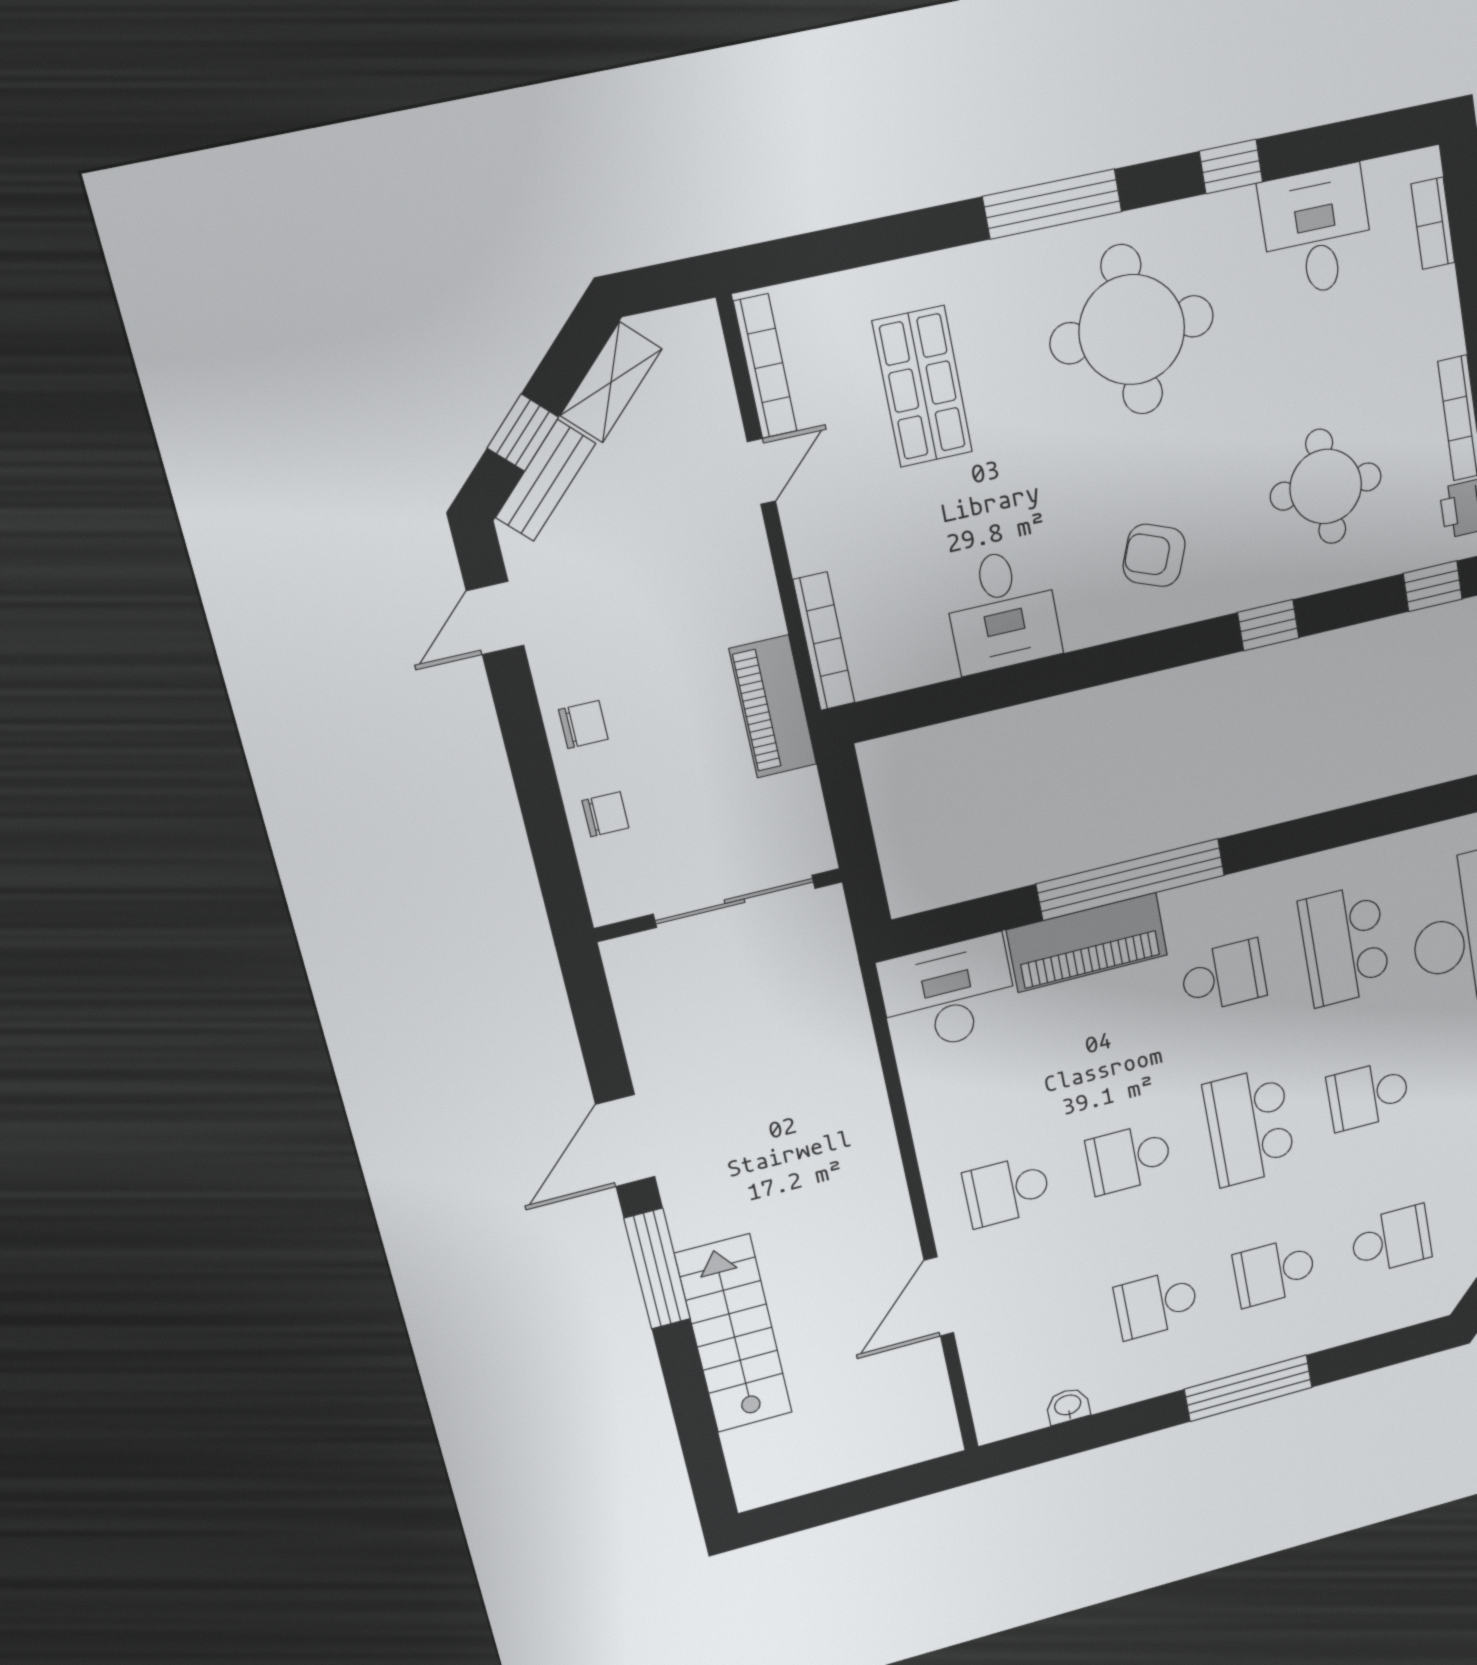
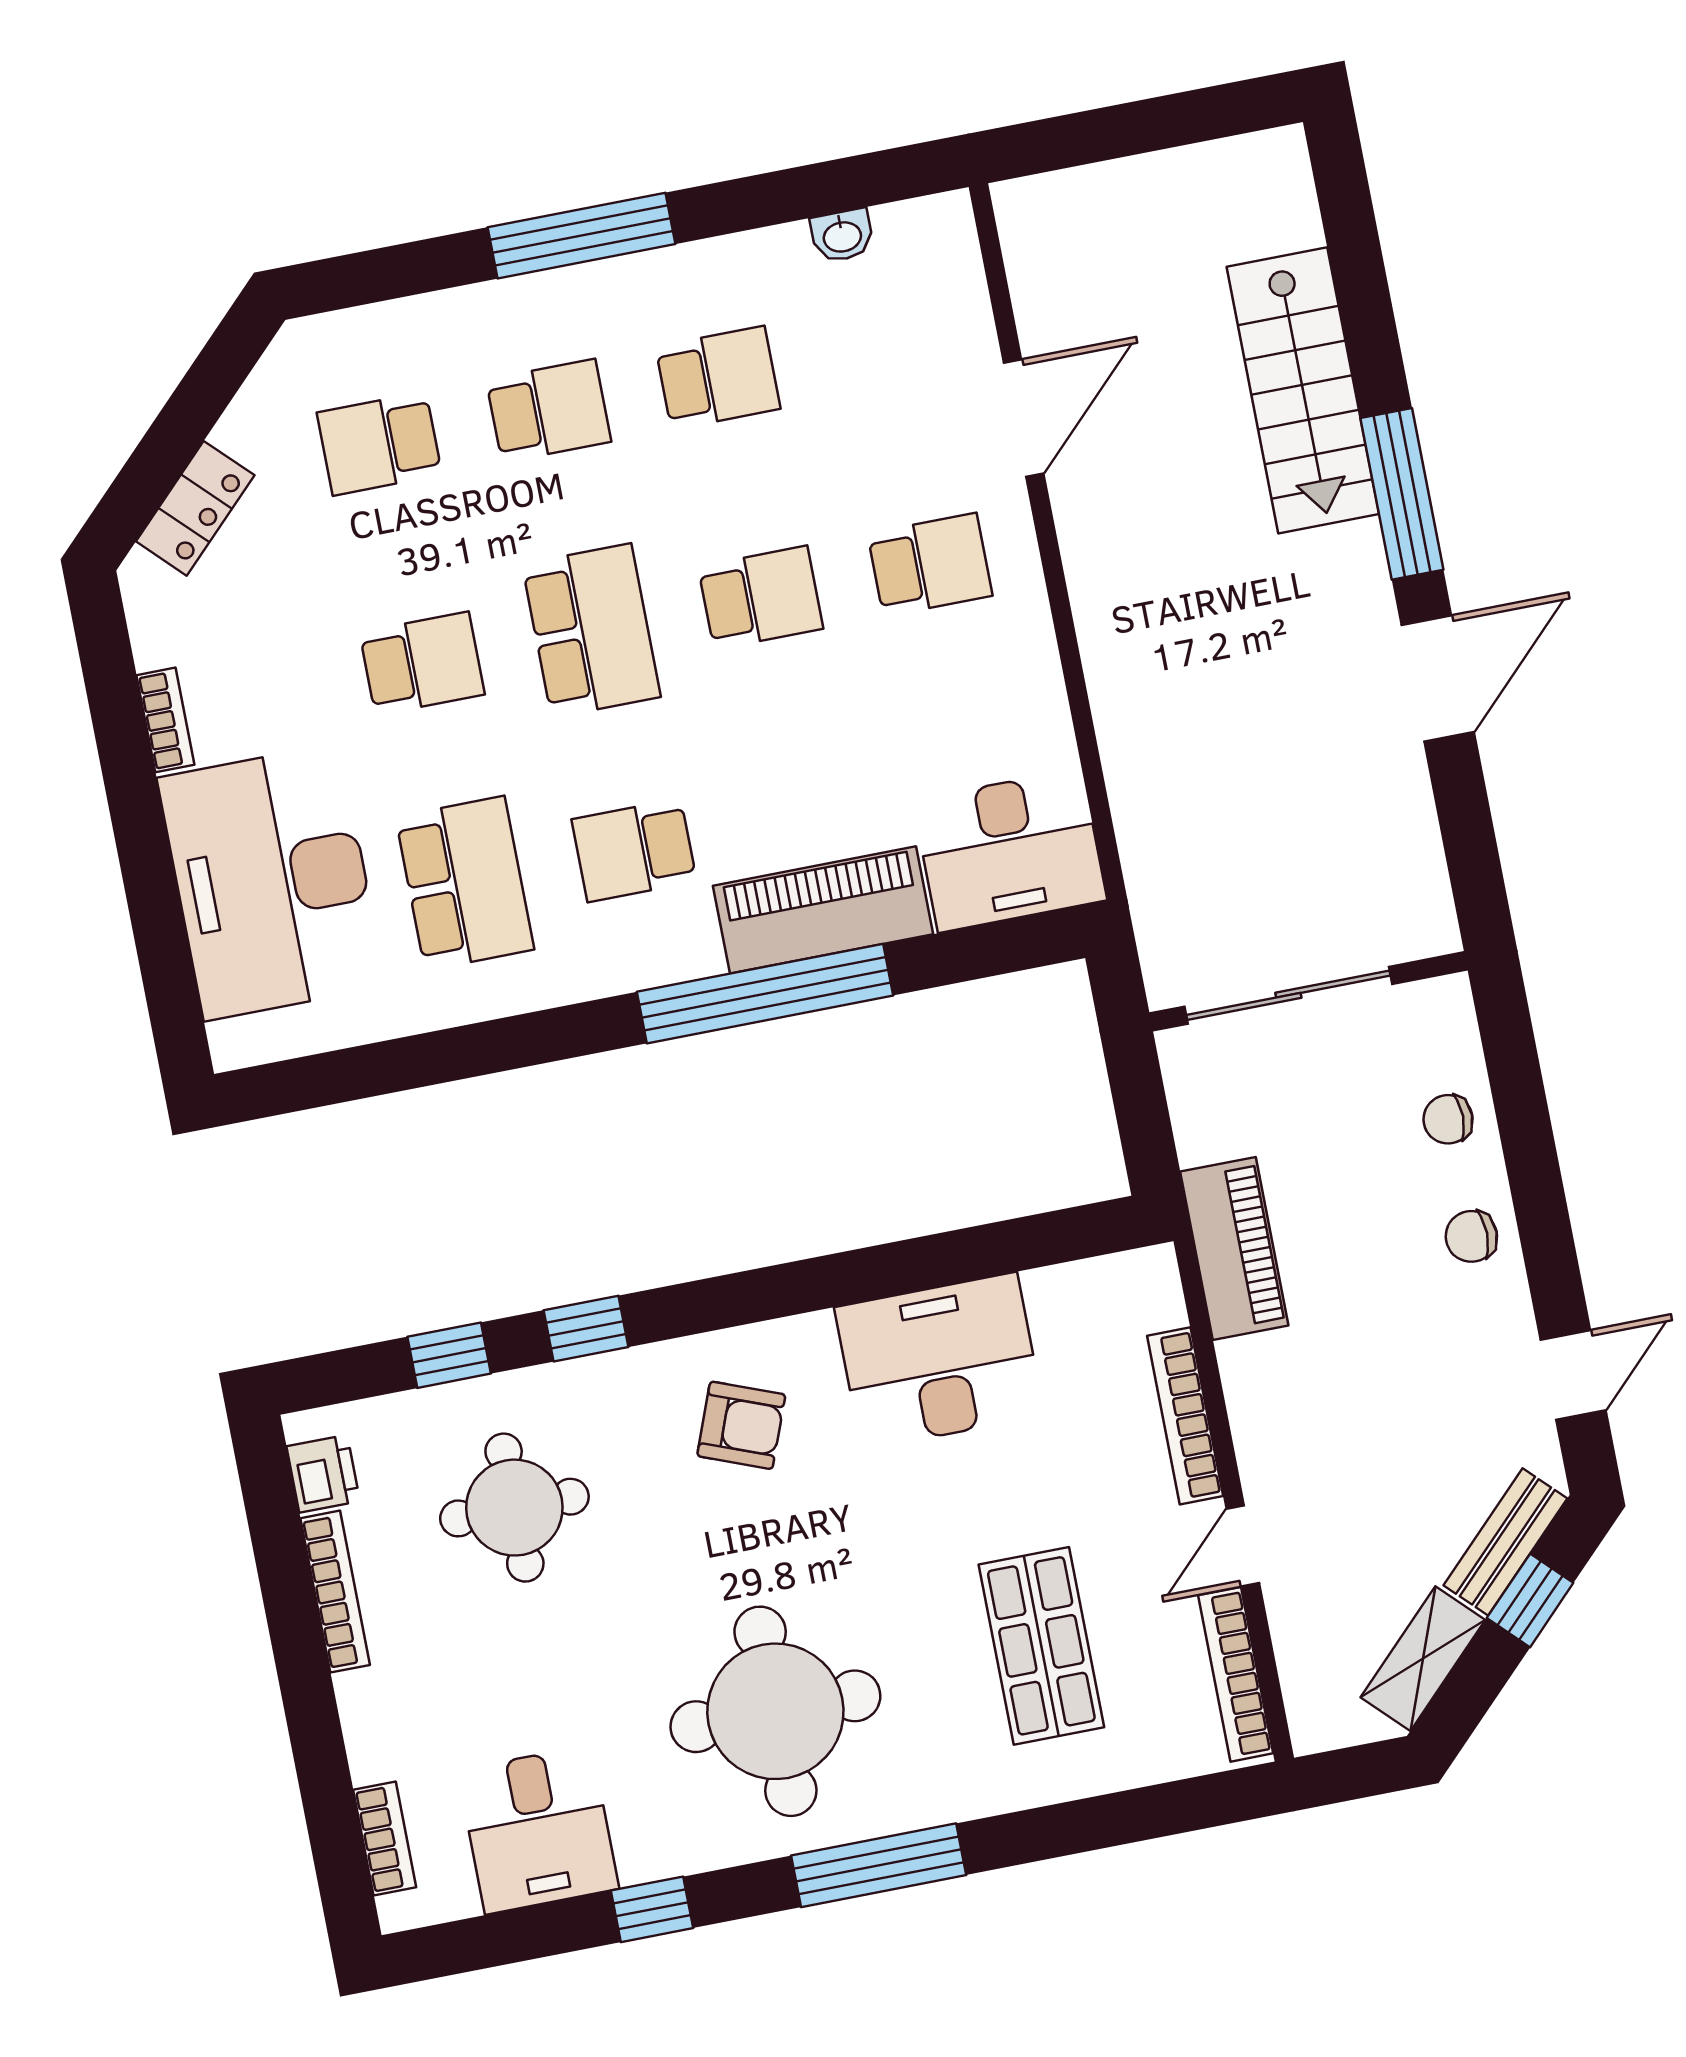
window: (1433, 586) -> (449, 1355), moved
desk: (1002, 610) -> (939, 1361), width x1.37
bookcase: (824, 641) -> (1185, 1416), moved

